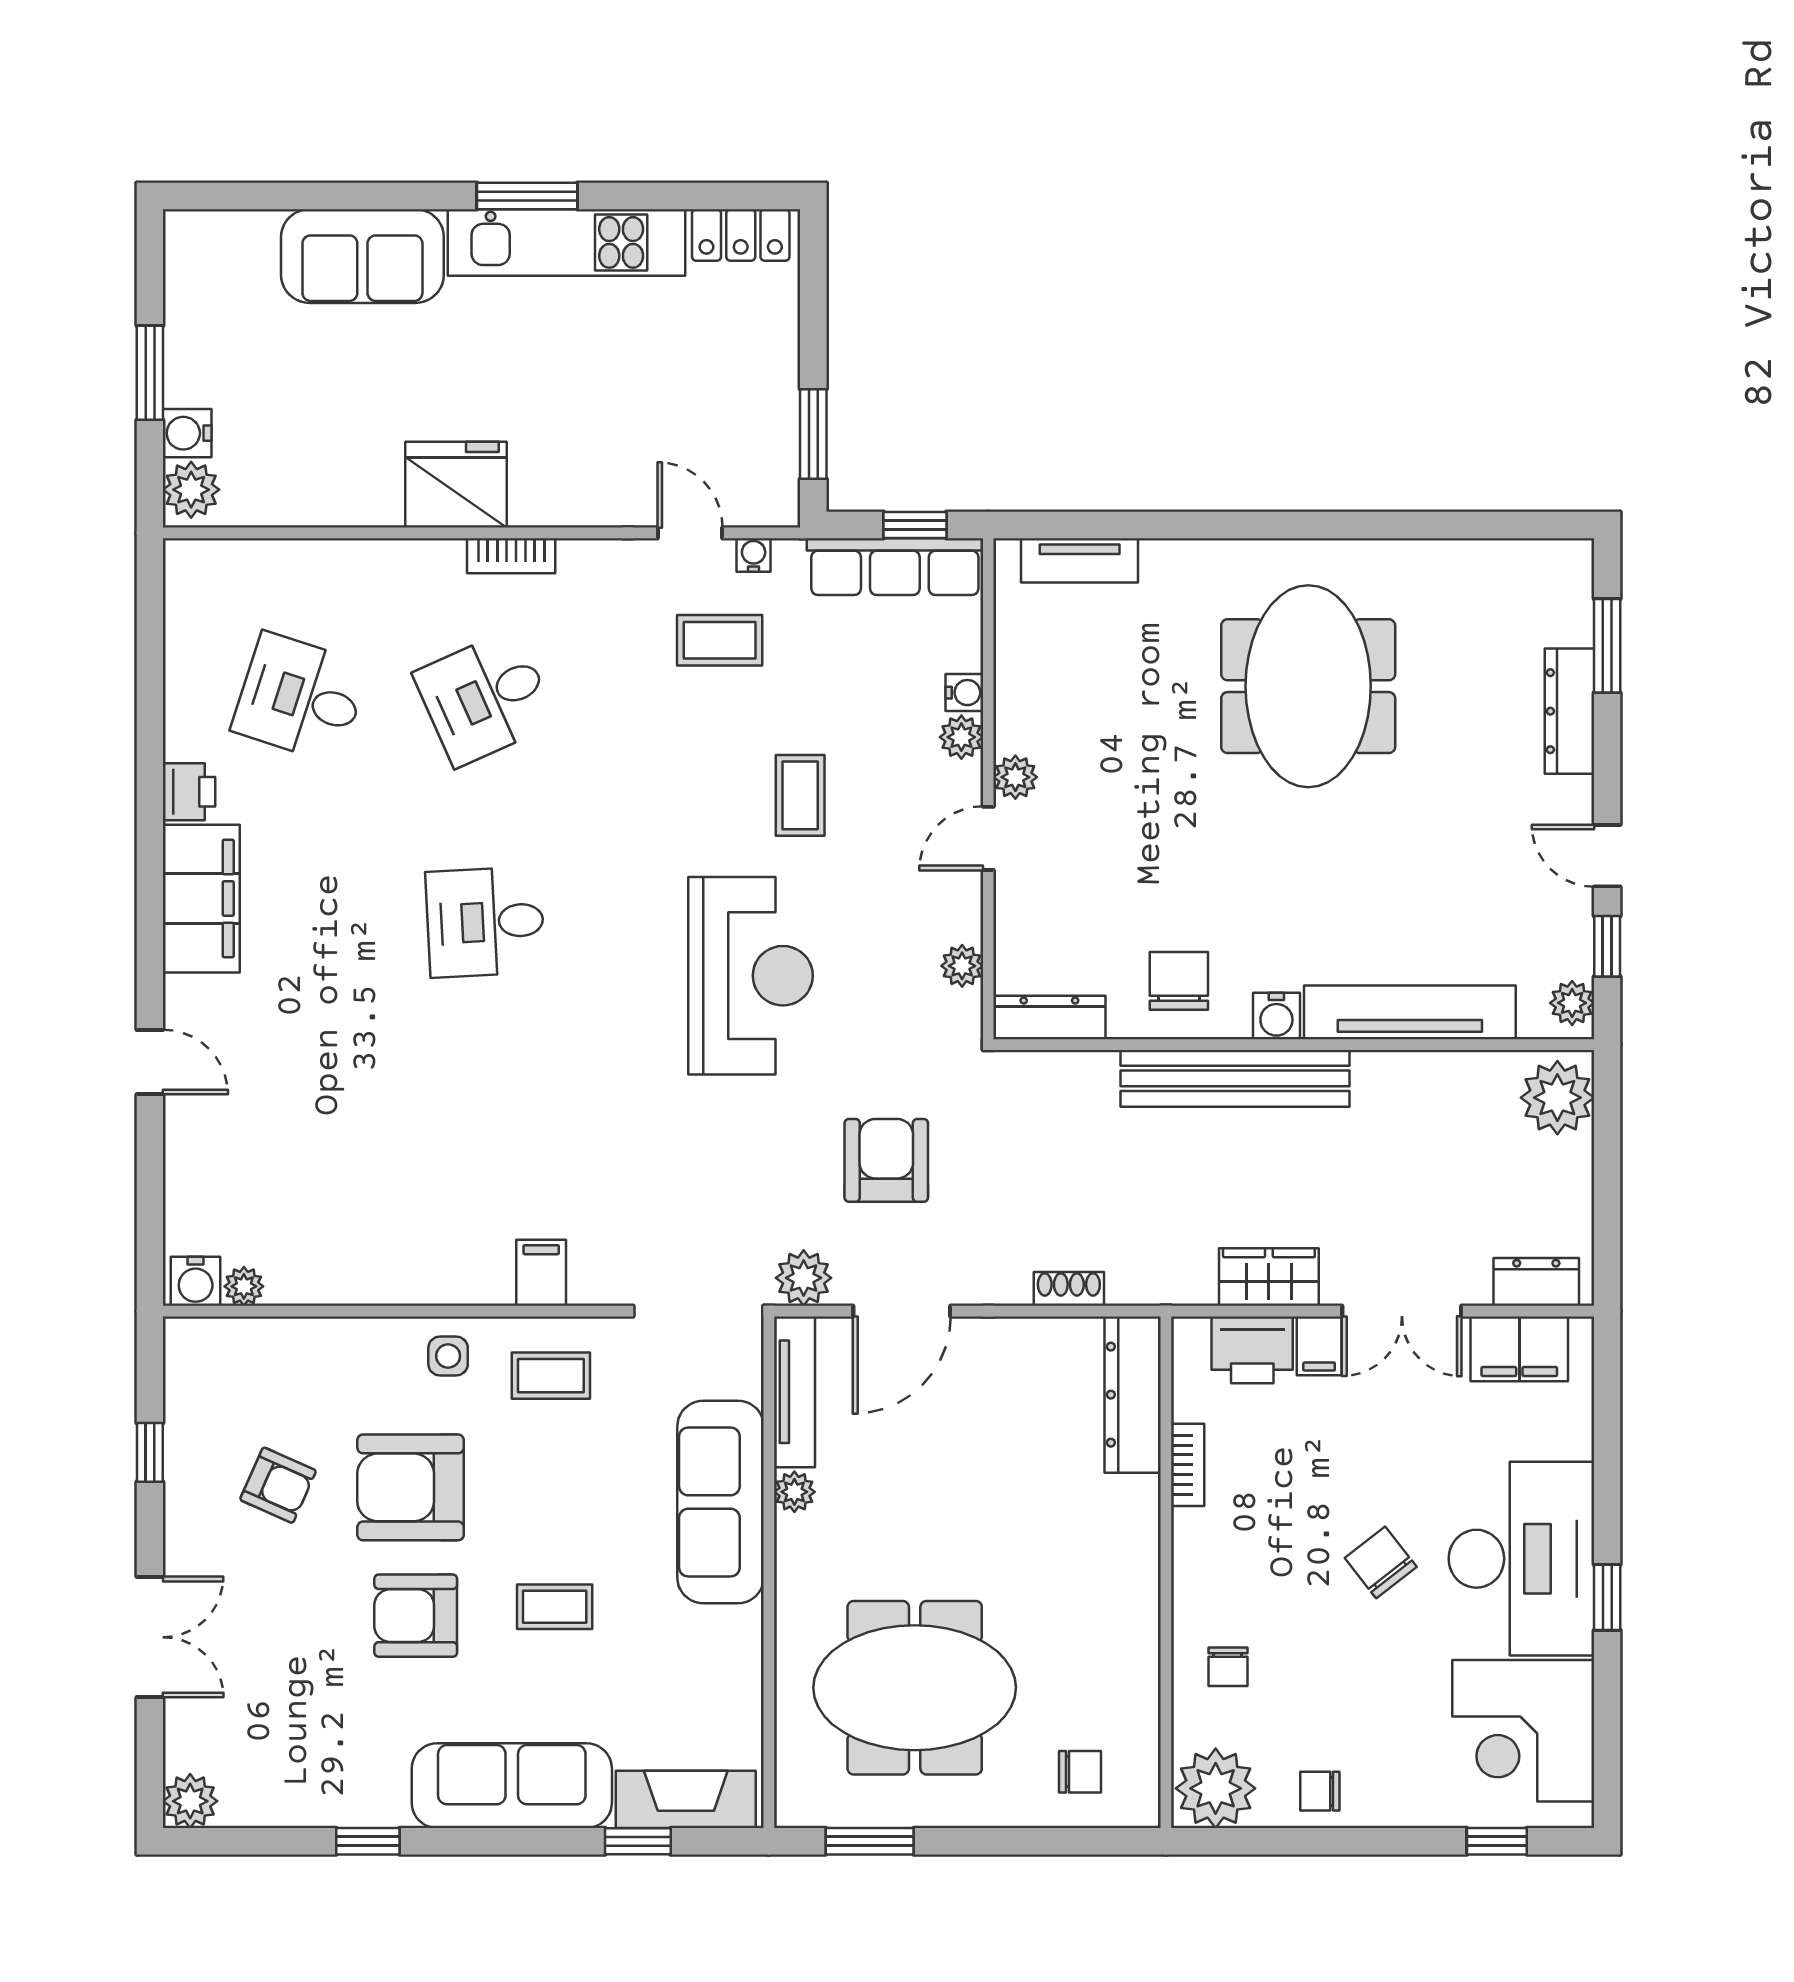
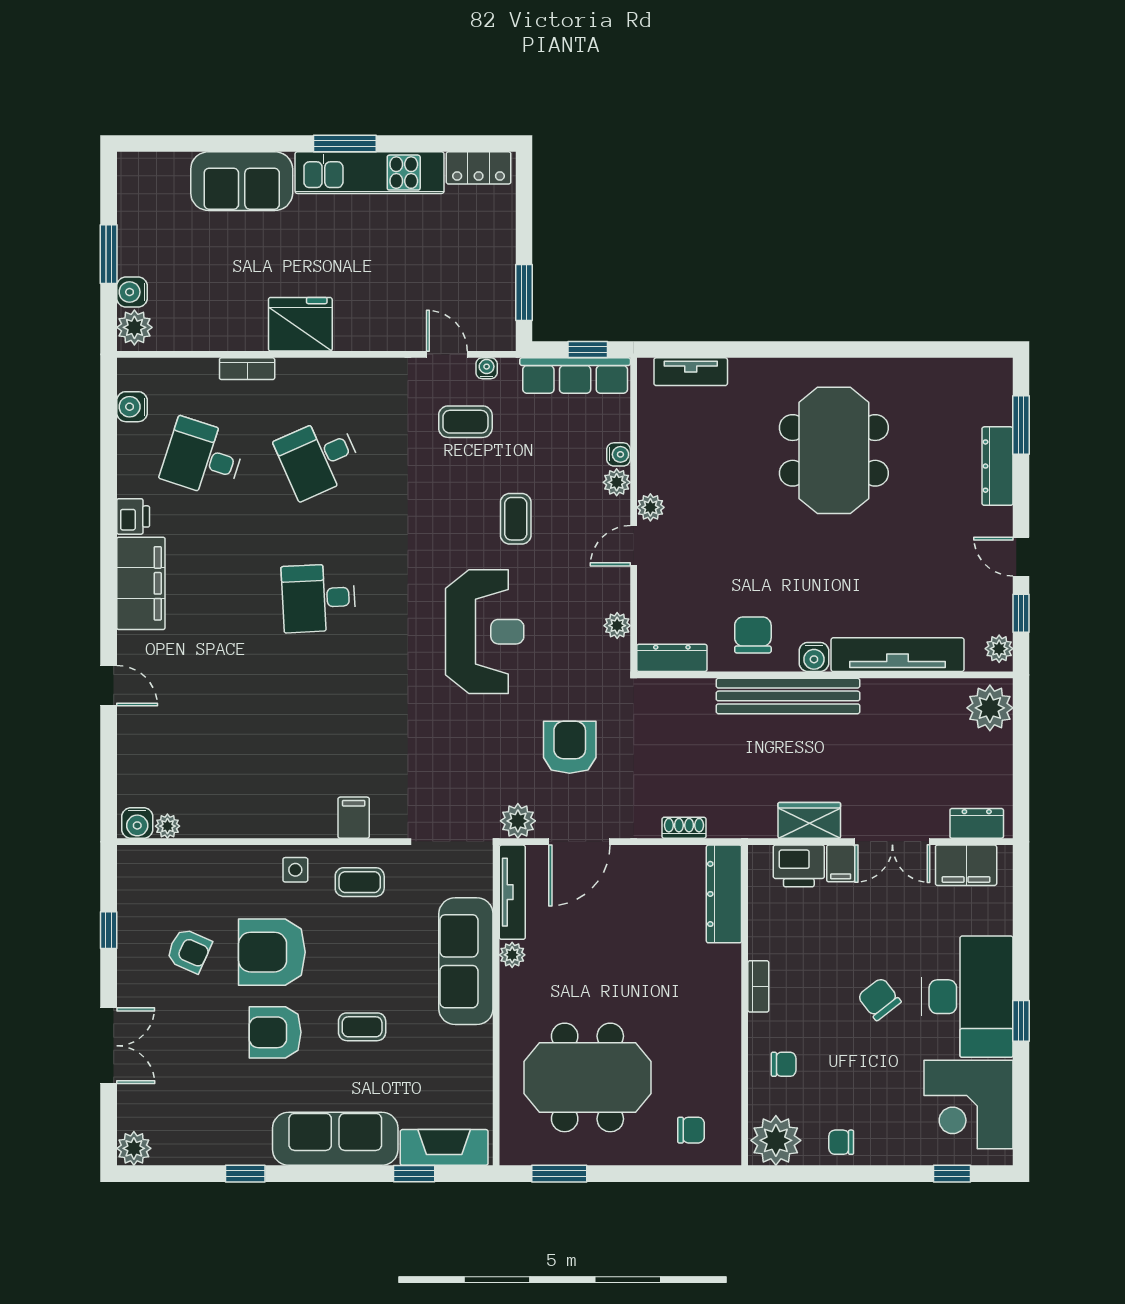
bookcase: (511, 556) -> (247, 369), moved
water cooler: (187, 616) -> (132, 407), added
bookcase: (1188, 1465) -> (758, 986), moved
chair: (1228, 1667) -> (784, 1064), turned -90

